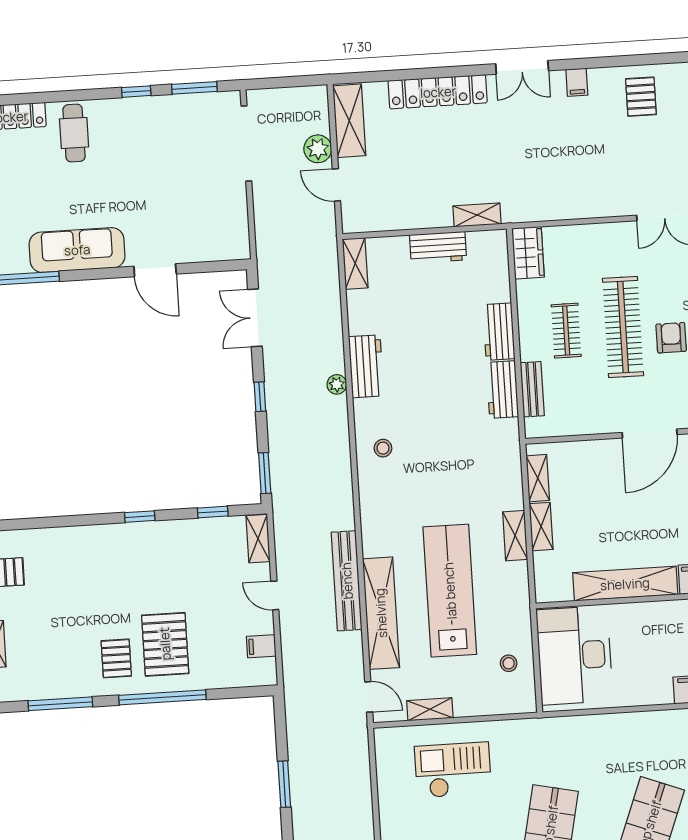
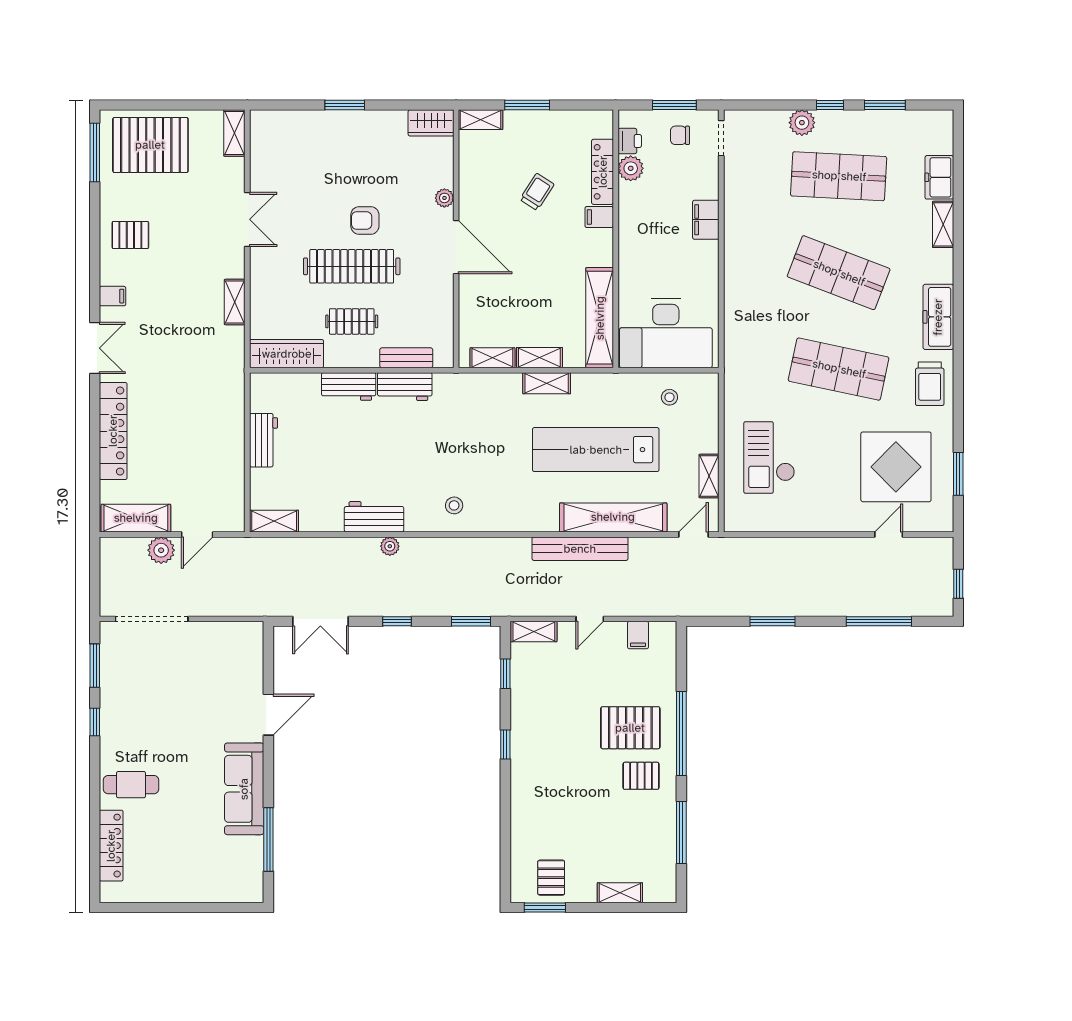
shelving: (477, 215) -> (235, 302), moved
wardrobe: (528, 253) -> (287, 354), width x1.50
shelving: (625, 584) -> (600, 318), moved

